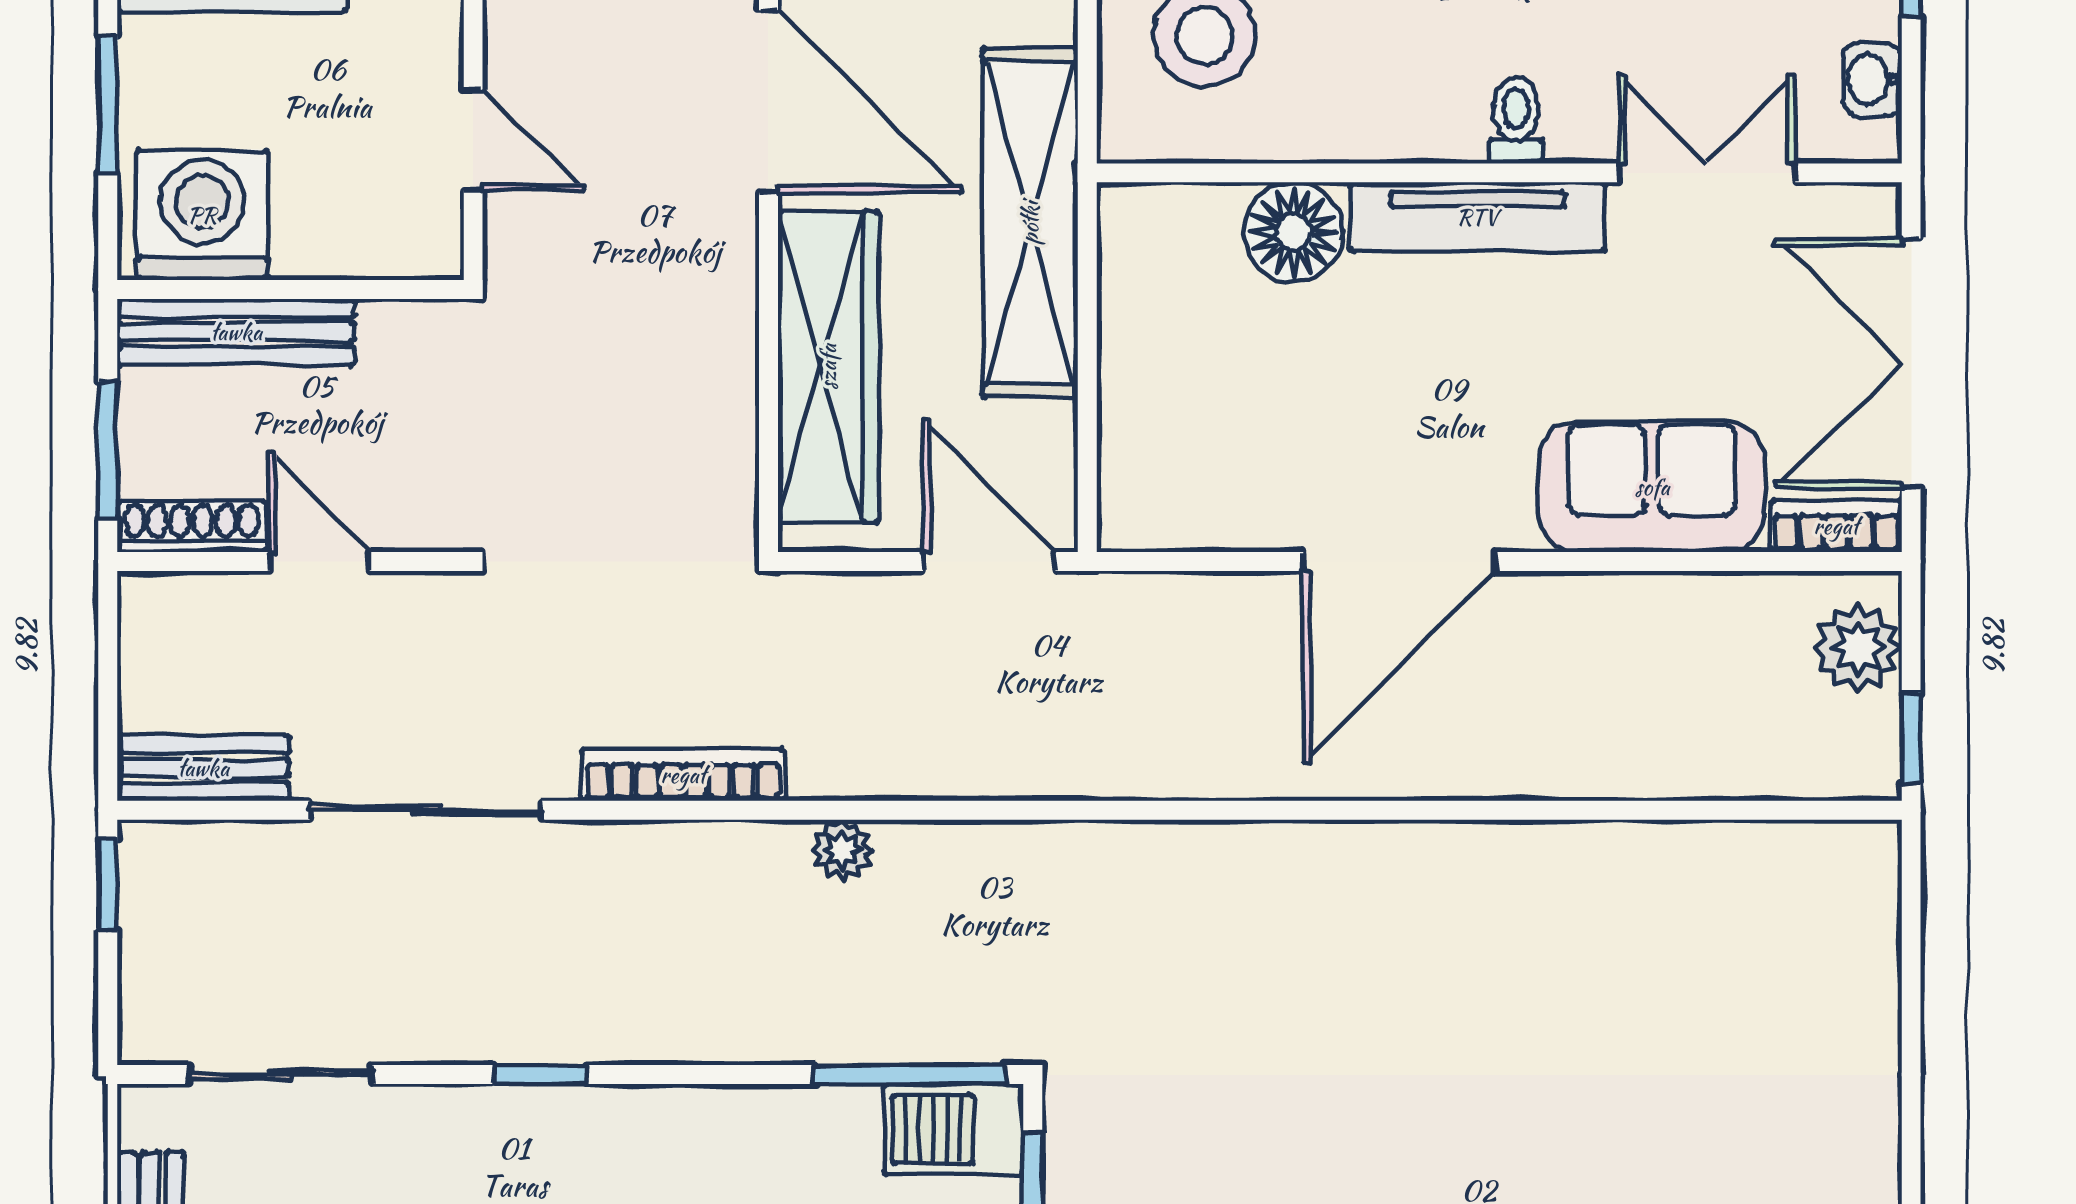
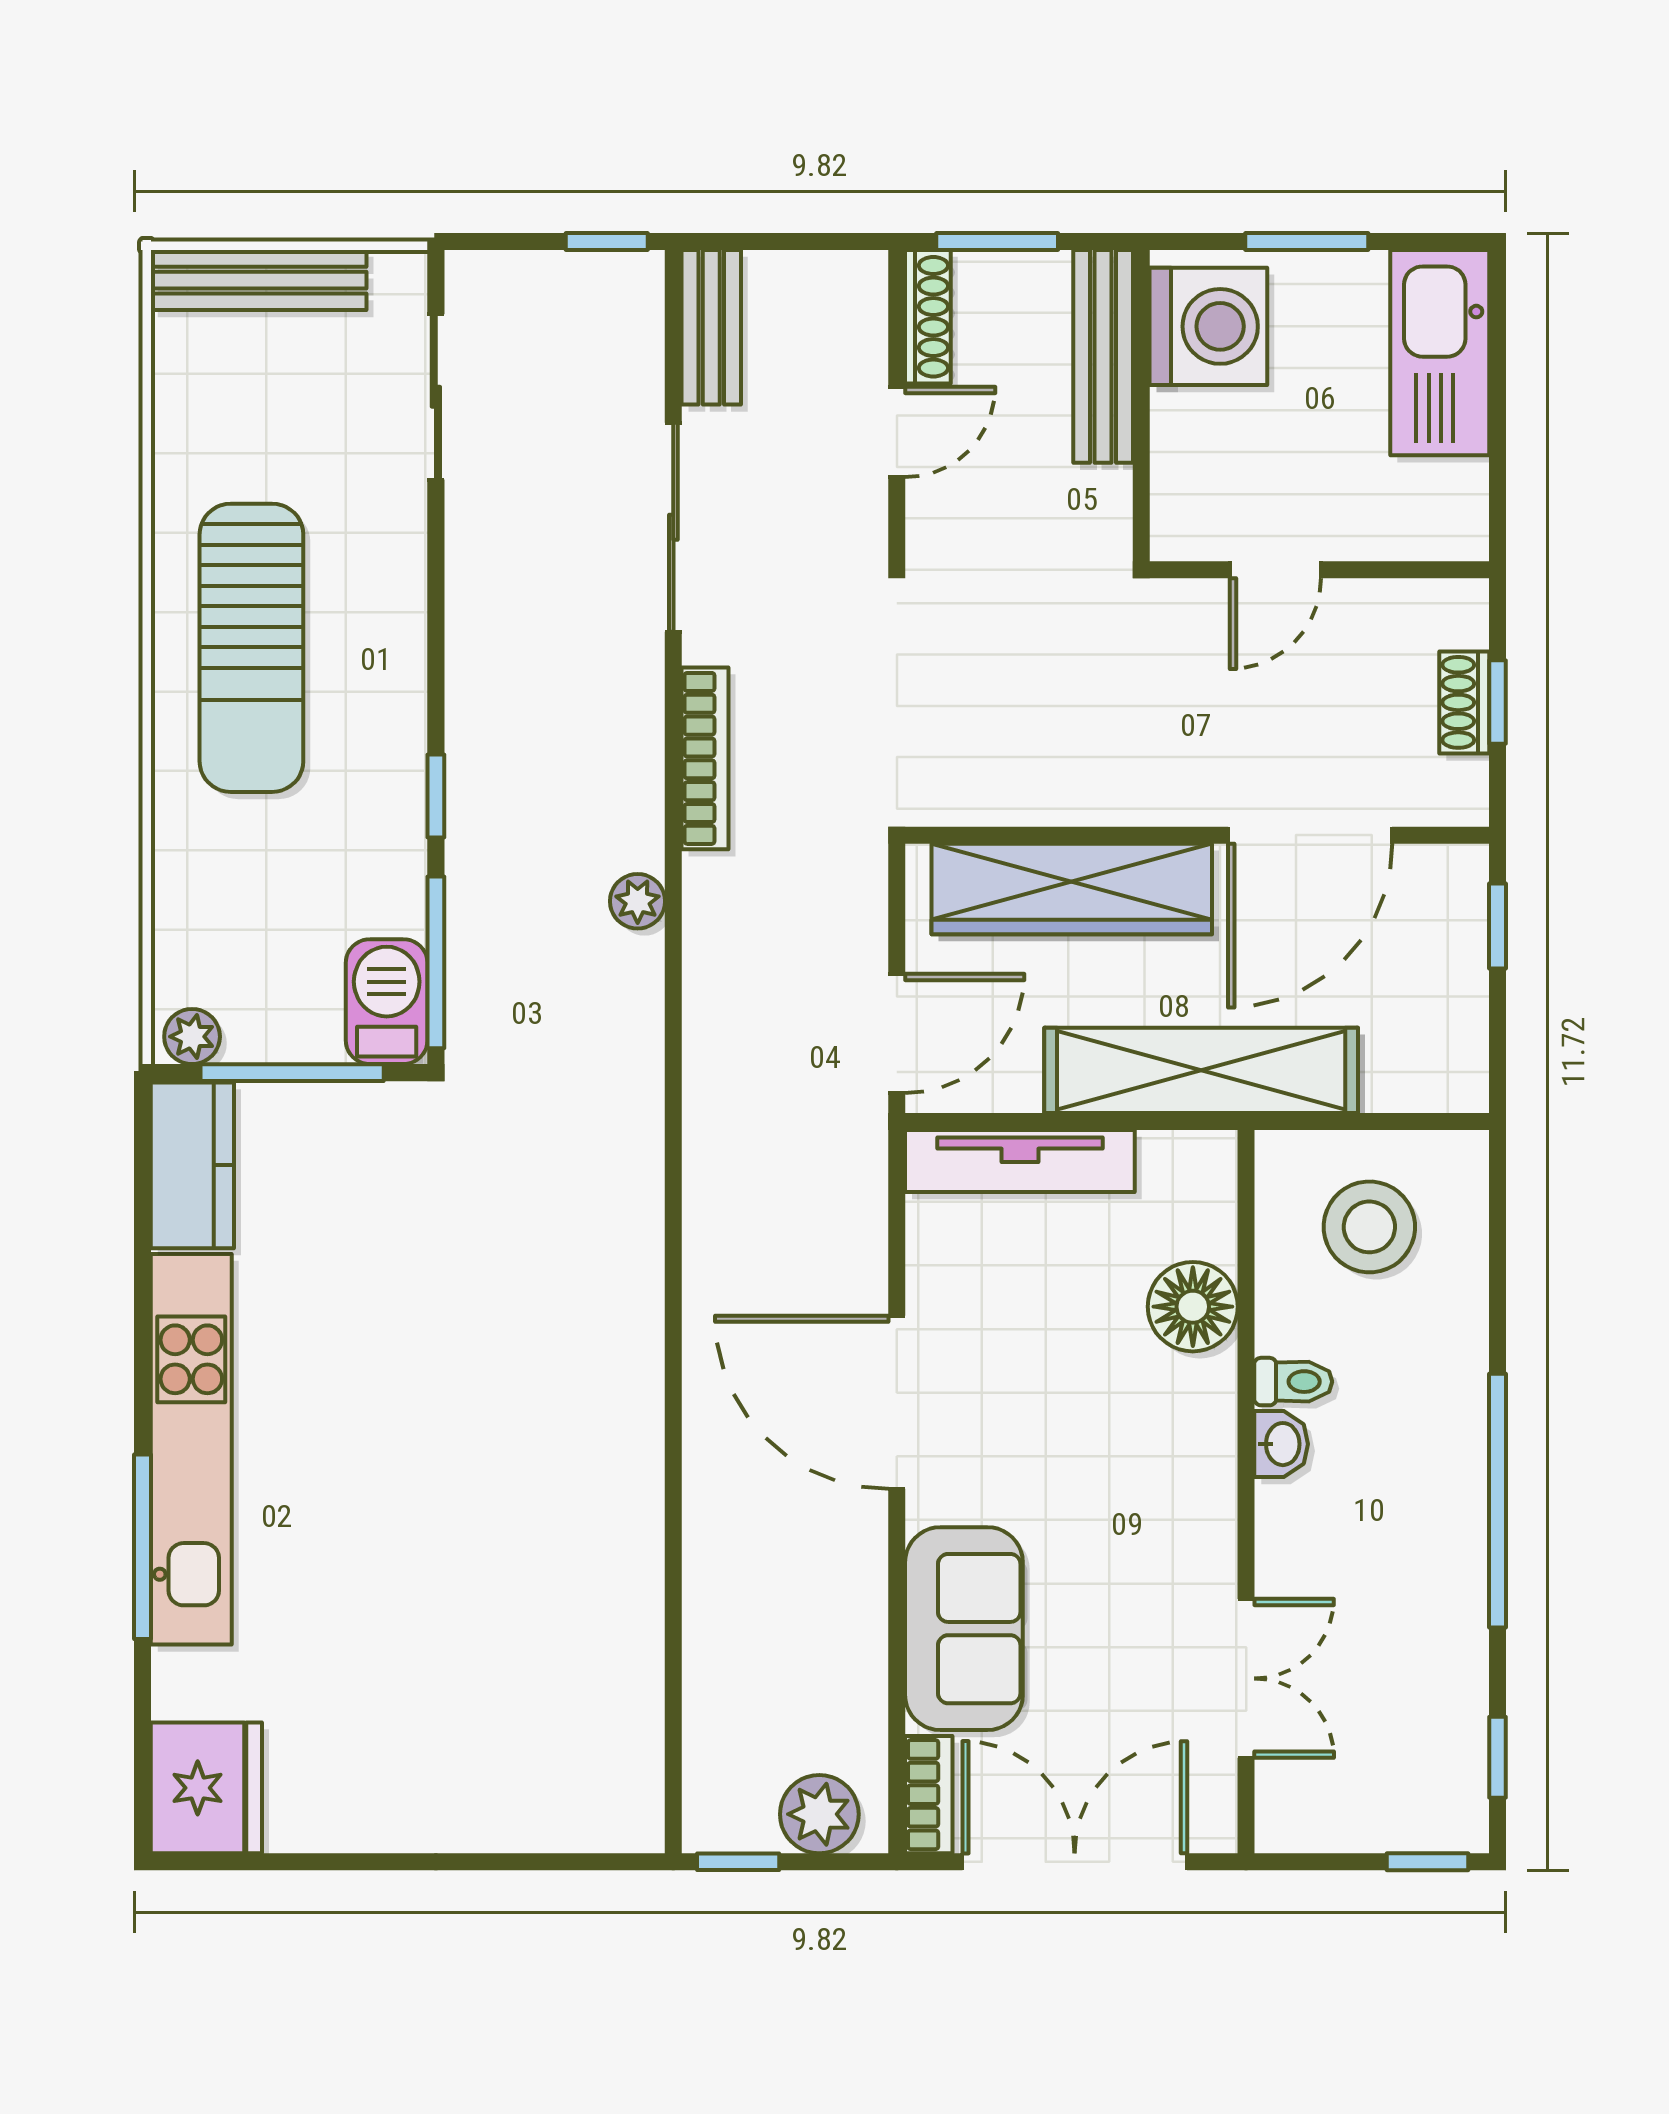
washbasin: (1872, 80) -> (1281, 1444), moved, turned 90
toilet: (1516, 120) -> (1293, 1382), moved
tv unit: (1477, 217) -> (1020, 1161), moved, turned -90
window: (540, 1075) -> (436, 796), moved

